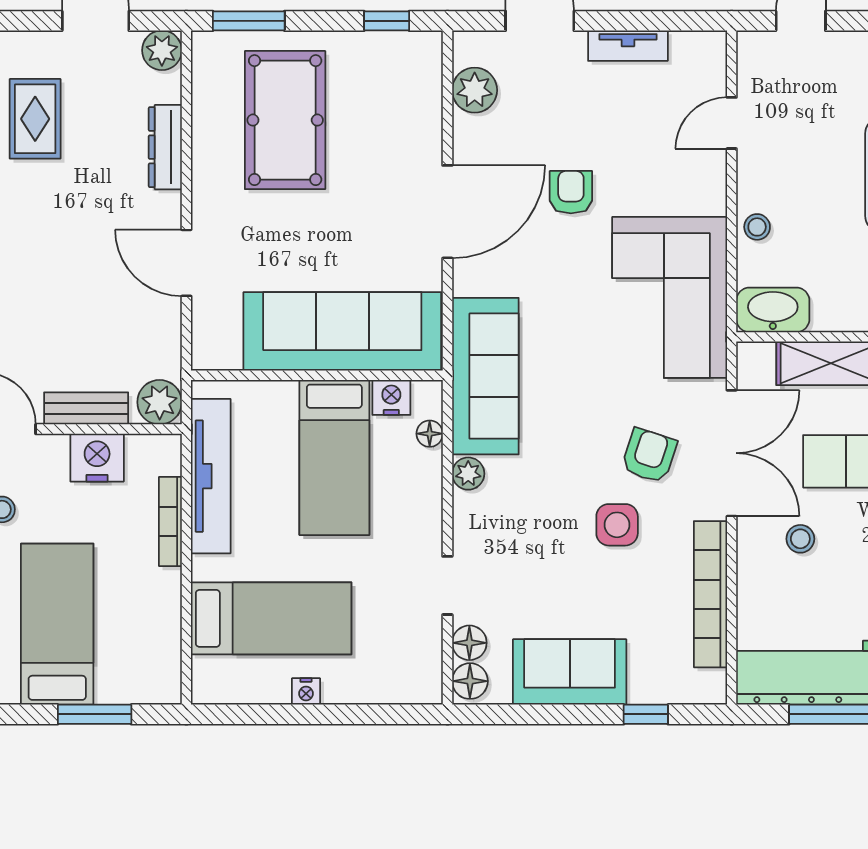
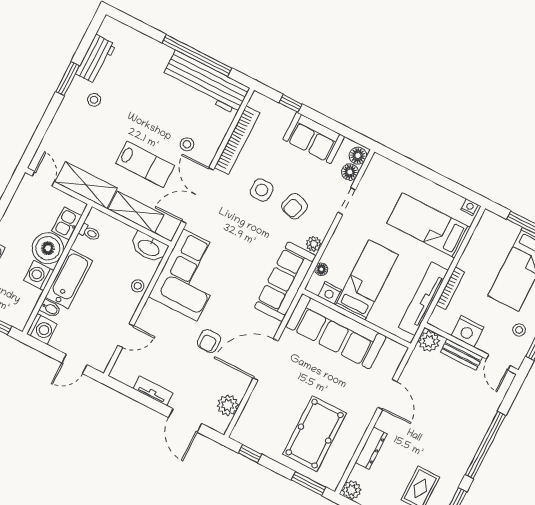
armchair: (649, 456) -> (295, 206), moved
nightstand: (306, 691) -> (470, 207), moved

